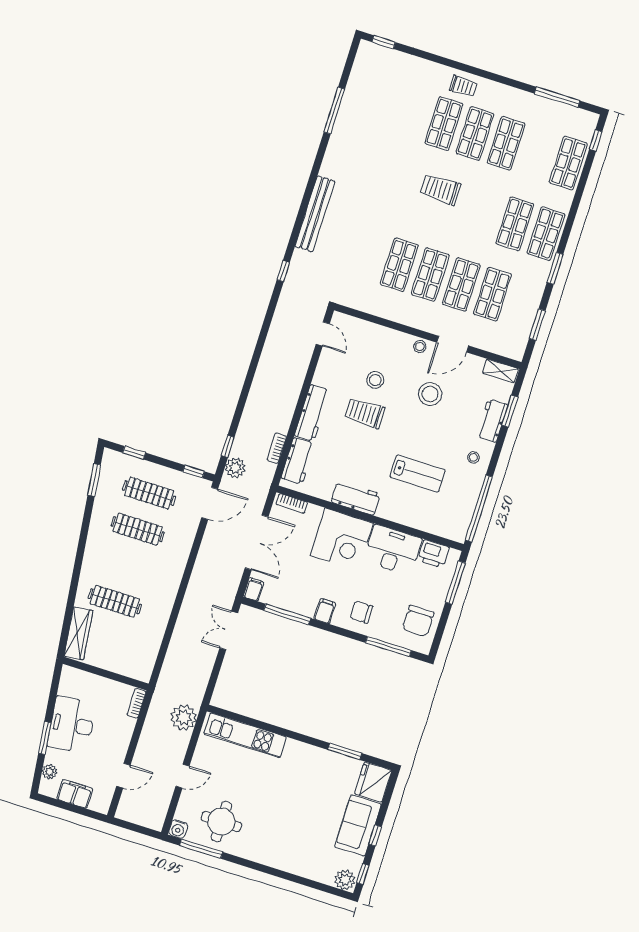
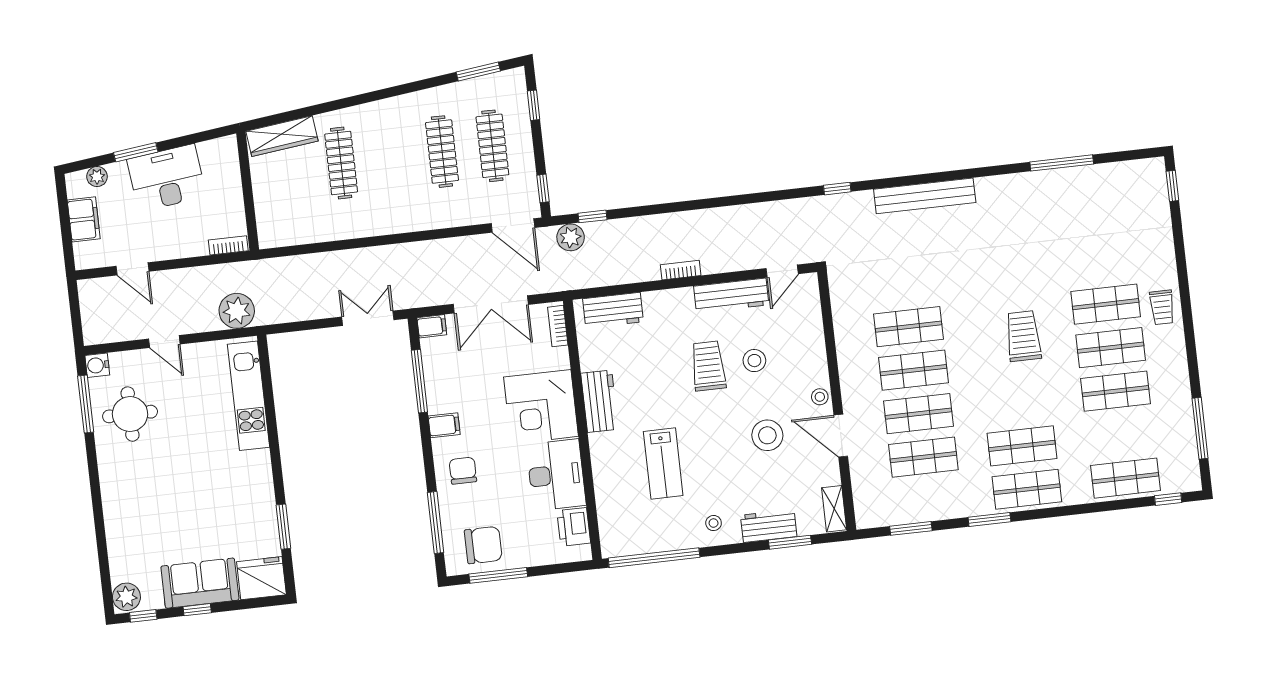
workbench: (312, 413) -> (731, 295), moved
bookcase: (277, 448) -> (681, 270), moved
window: (455, 583) -> (498, 575), moved
chair: (418, 621) -> (483, 545), turned 180

